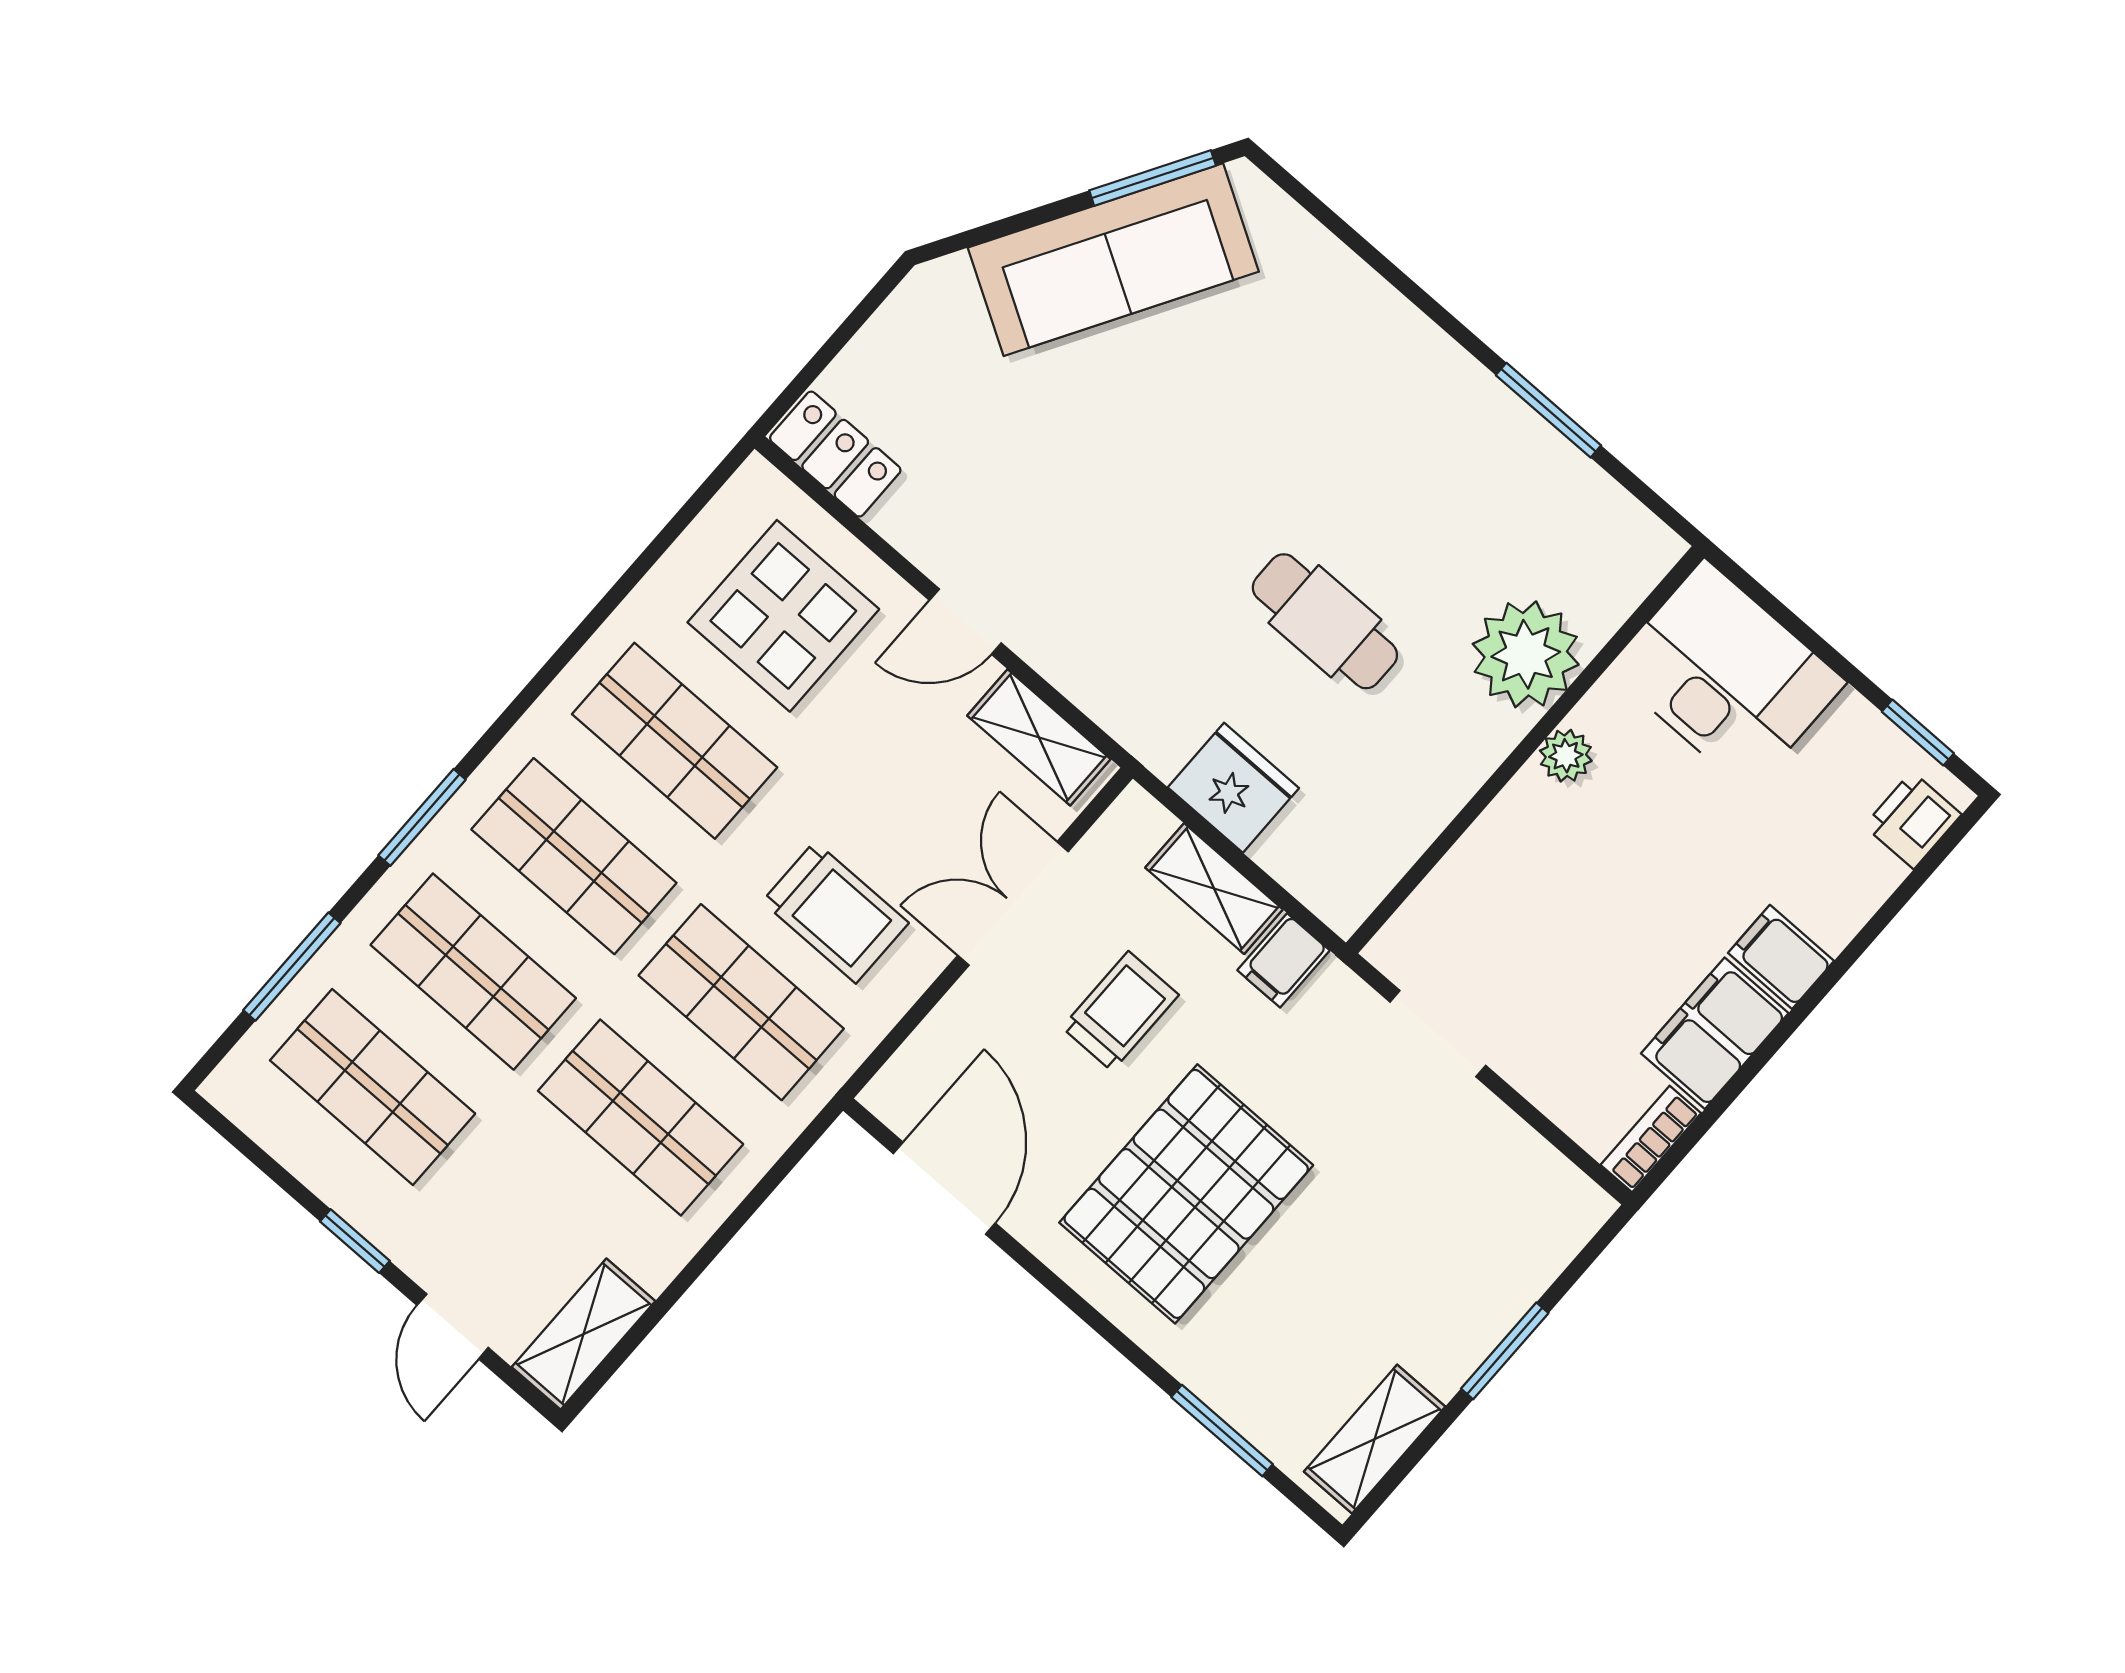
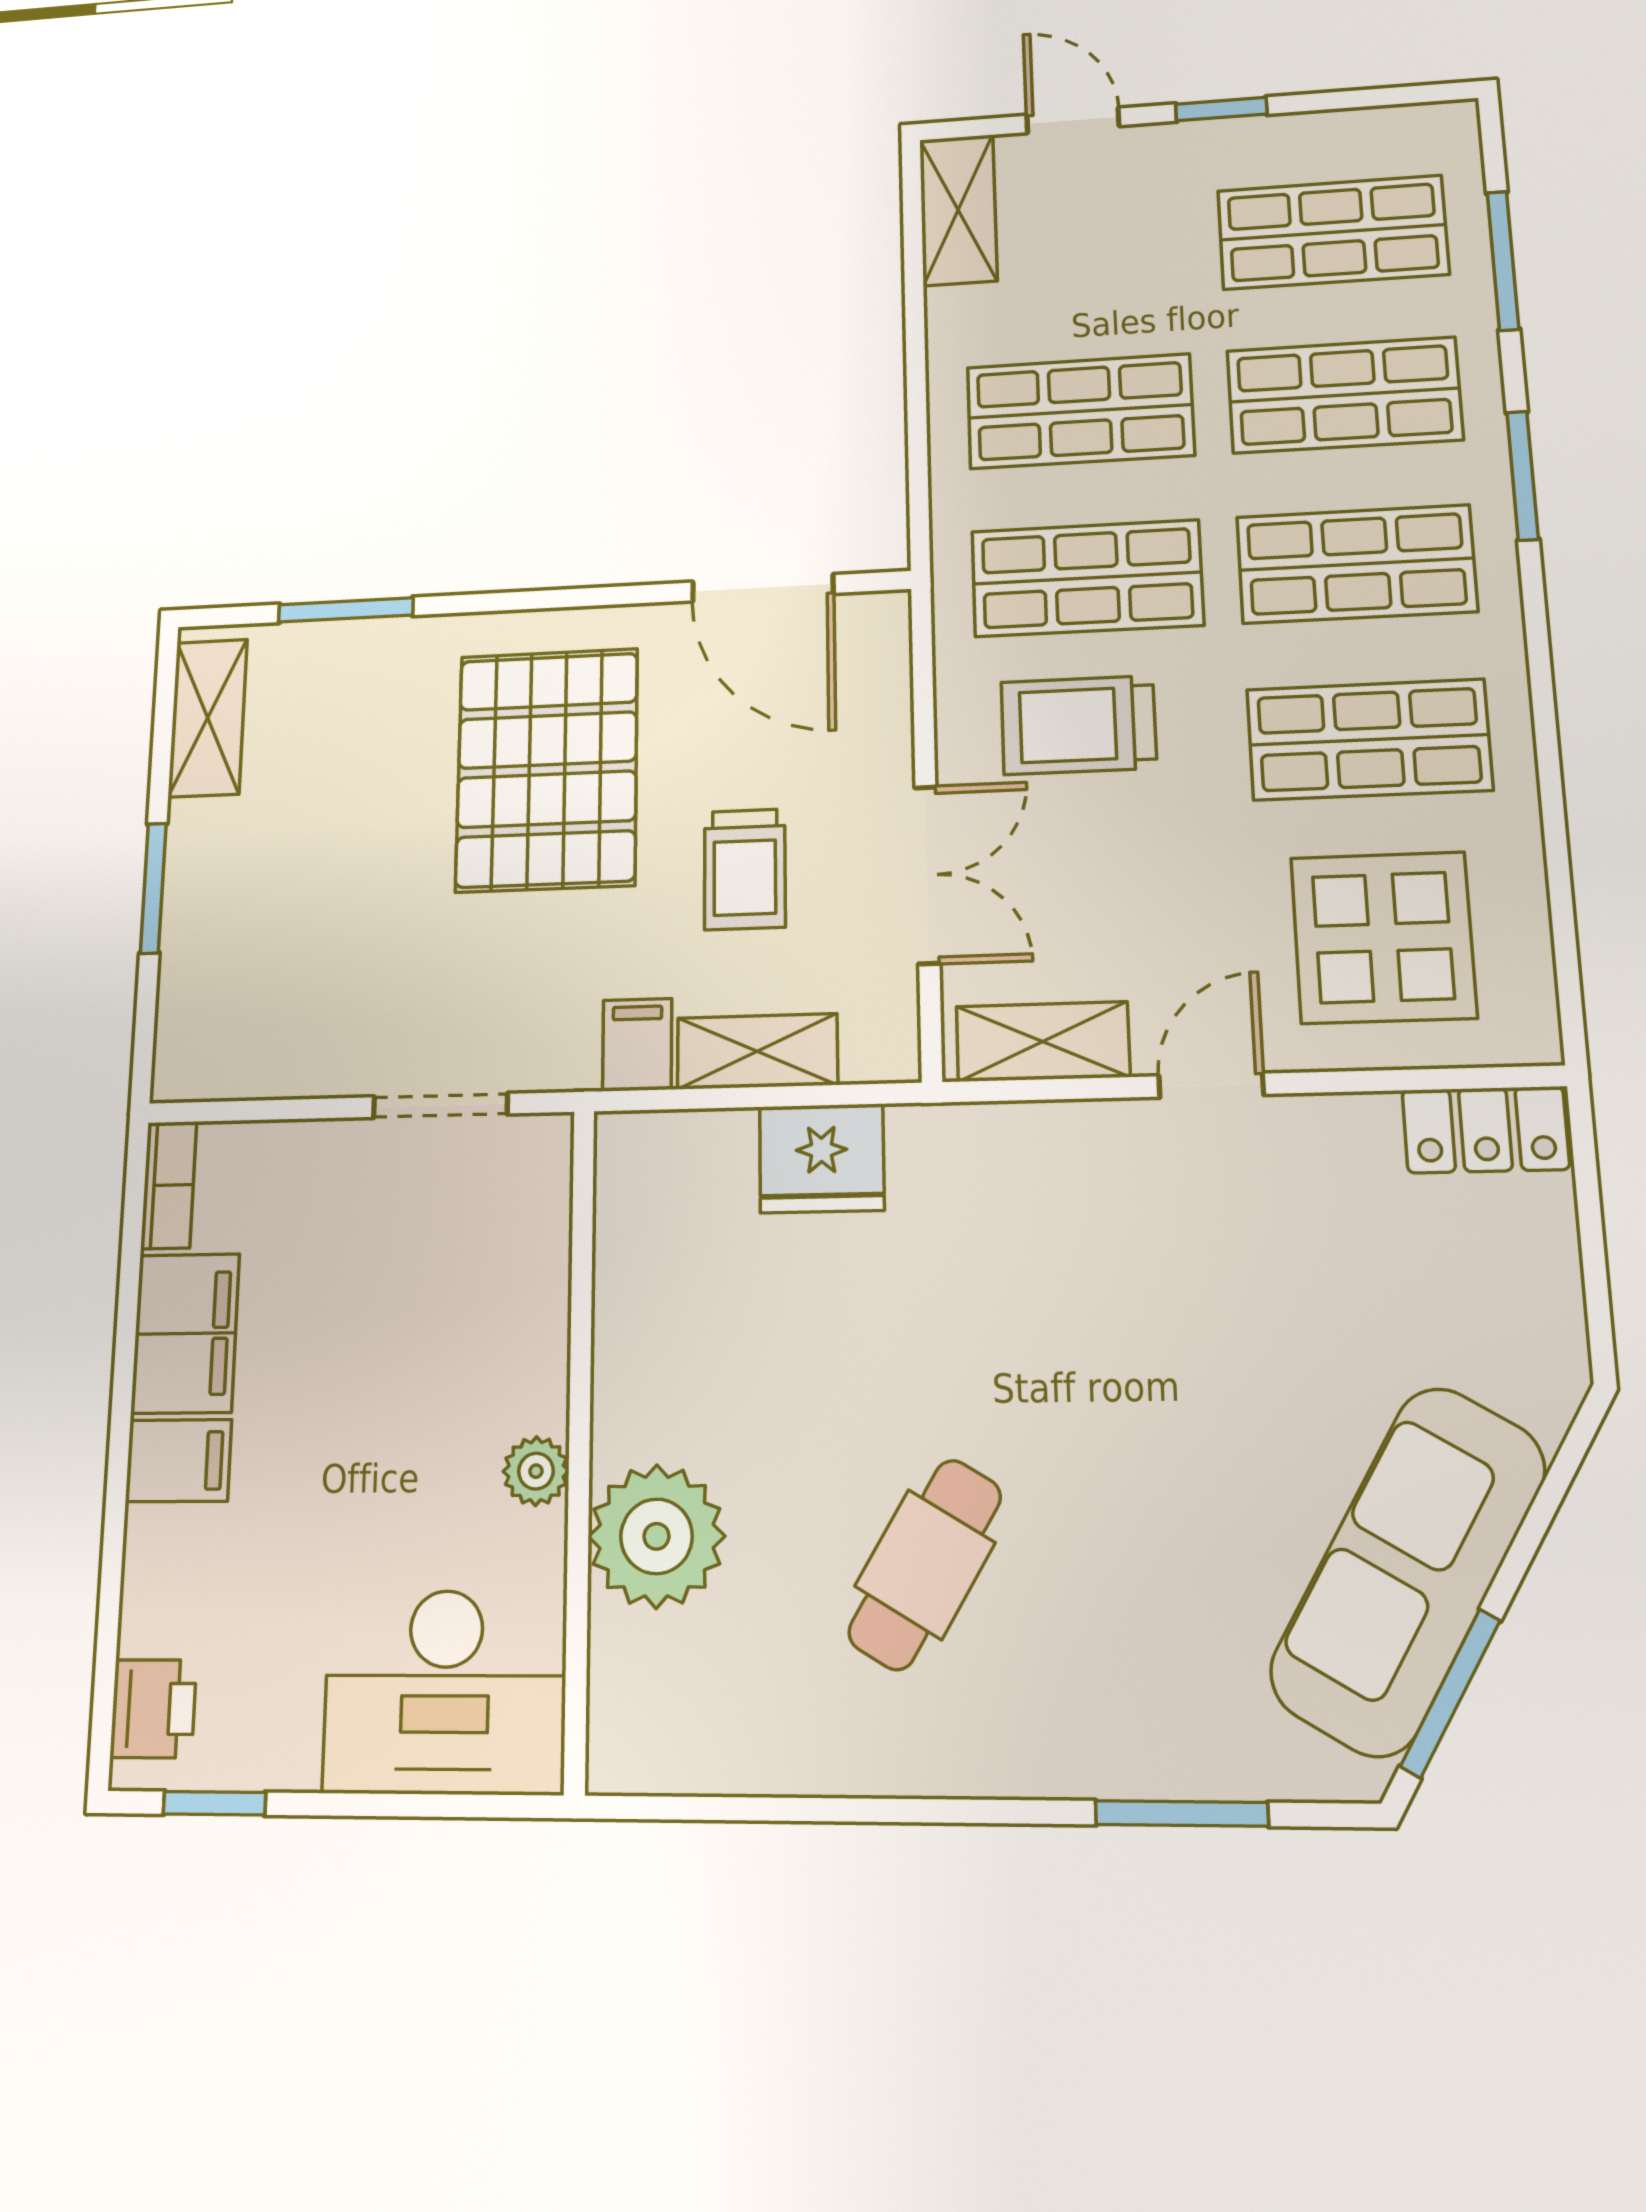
window: (1548, 410) -> (1182, 1814), moved
cafe table: (1325, 621) -> (925, 1564), moved, turned -59

